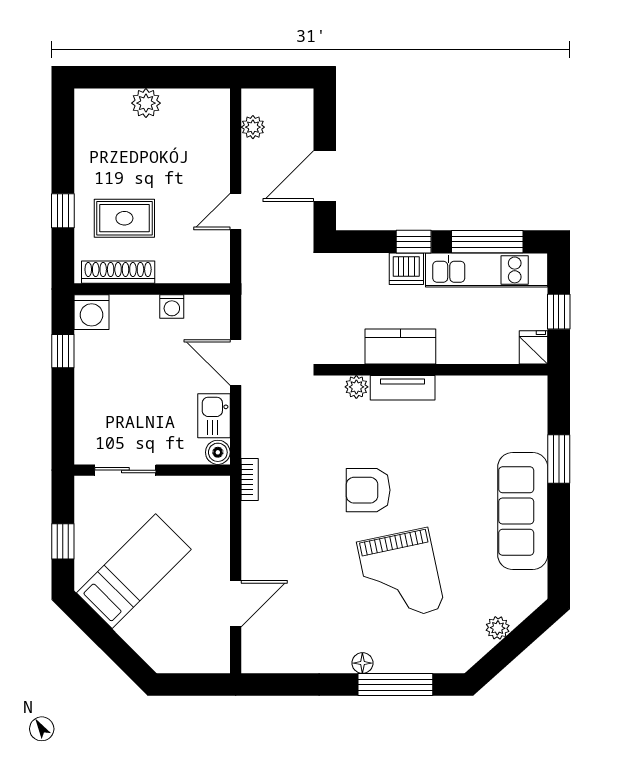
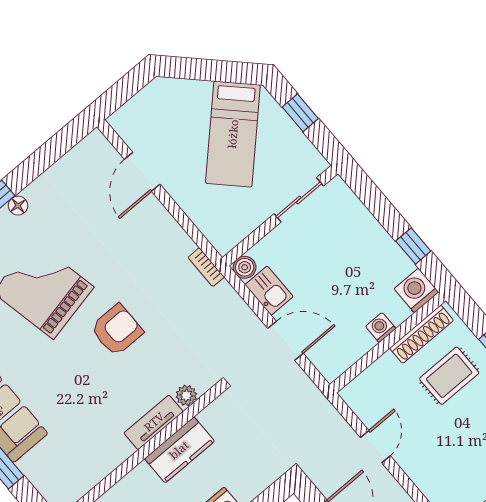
washing machine: (172, 306) -> (381, 328), moved

